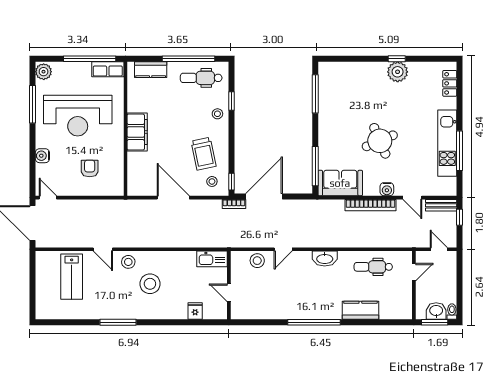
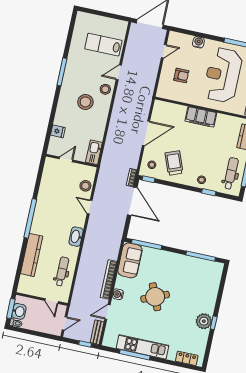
trolley: (204, 154) -> (174, 163), turned 81
door: (48, 198) -> (164, 51), moved
kitchen counter: (360, 310) -> (32, 255), width x1.50

